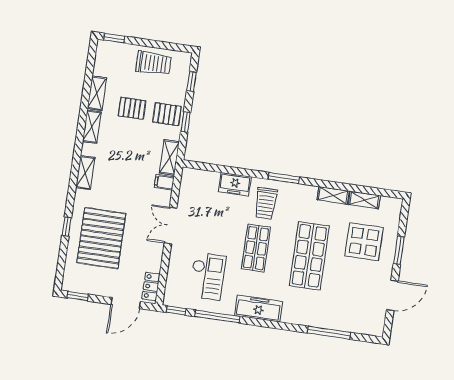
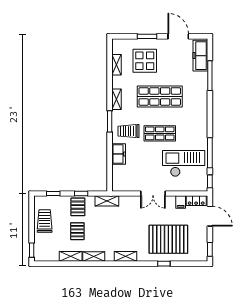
filing cabinet: (164, 182) -> (181, 202), moved
shelving: (333, 195) -> (116, 99), moved
trolley: (266, 203) -> (128, 131), turned 180
checkout: (207, 276) -> (184, 163), width x1.36, depth x1.21
freezer: (258, 308) -> (200, 56), moved

